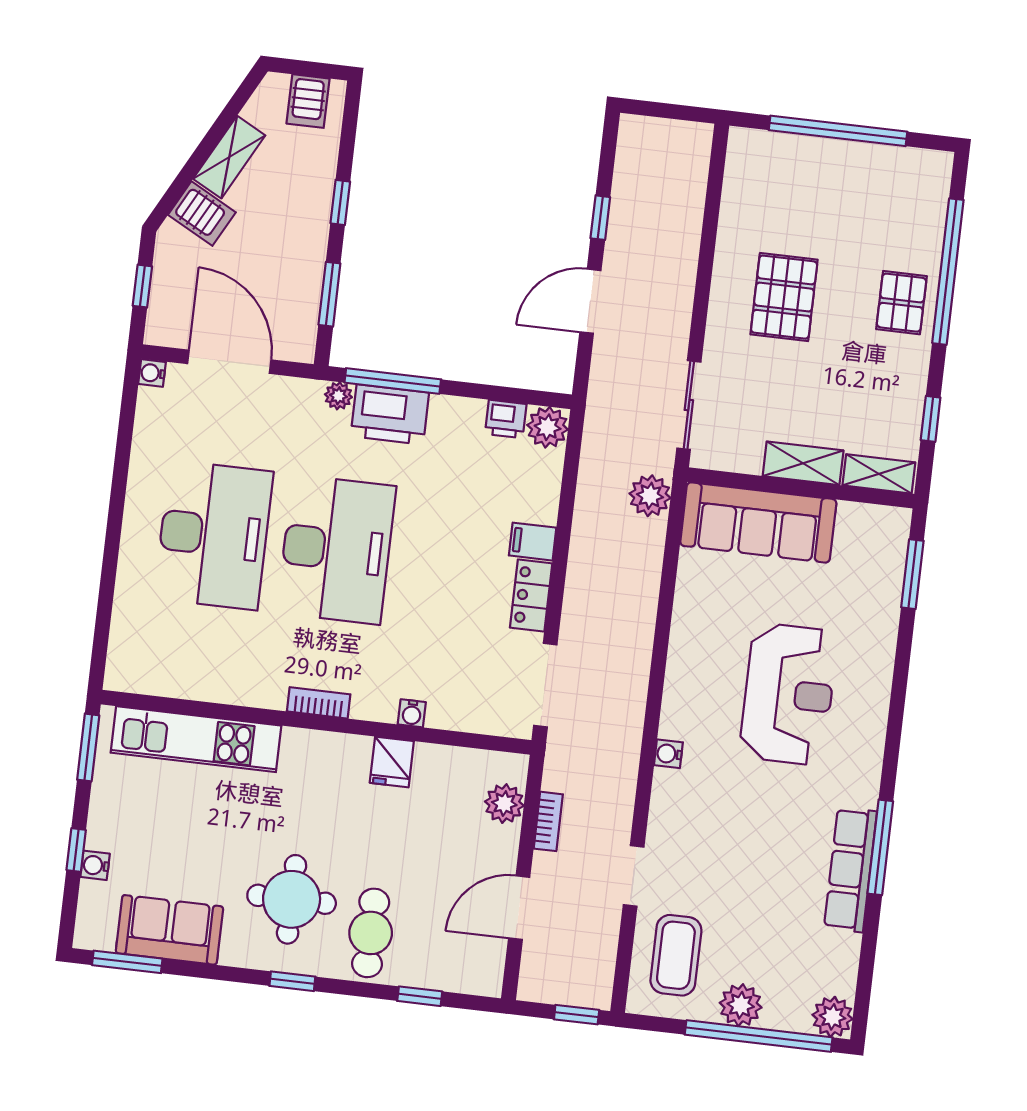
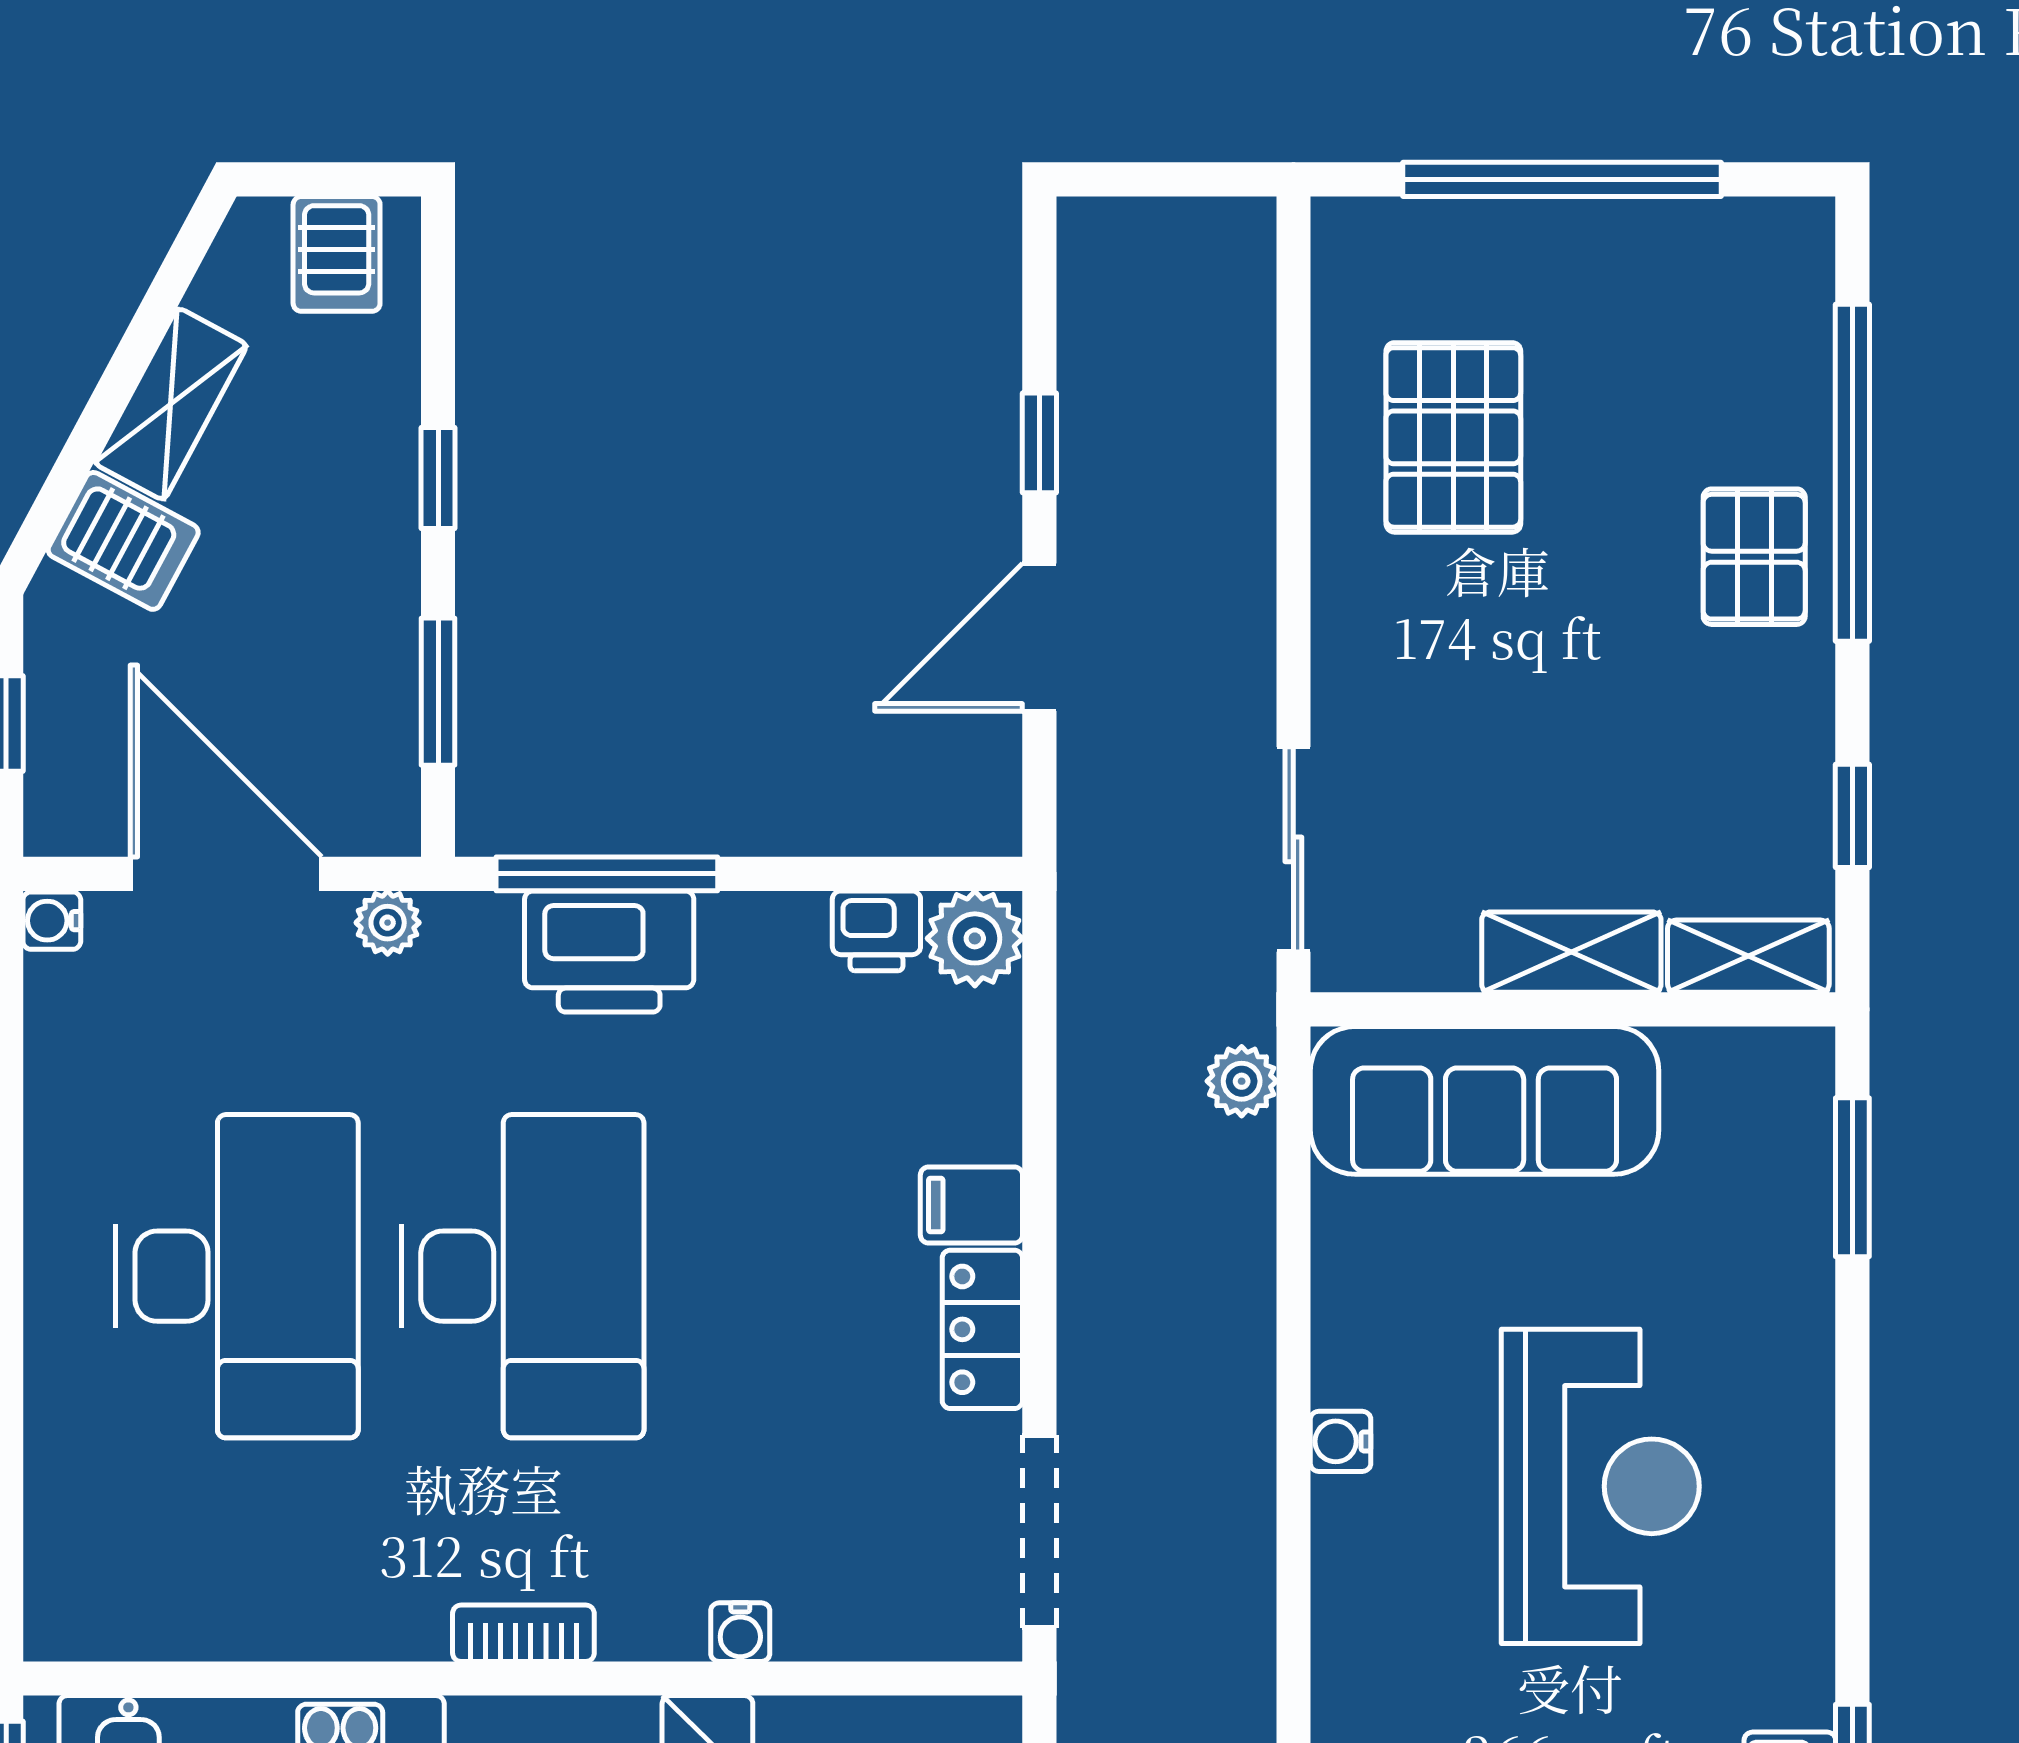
pallet: (784, 297) -> (1453, 437), moved
plant: (338, 396) -> (388, 923), moved
plant: (650, 496) -> (1242, 1081), width x0.73, depth x0.73
water cooler: (668, 754) -> (1341, 1441), moved

